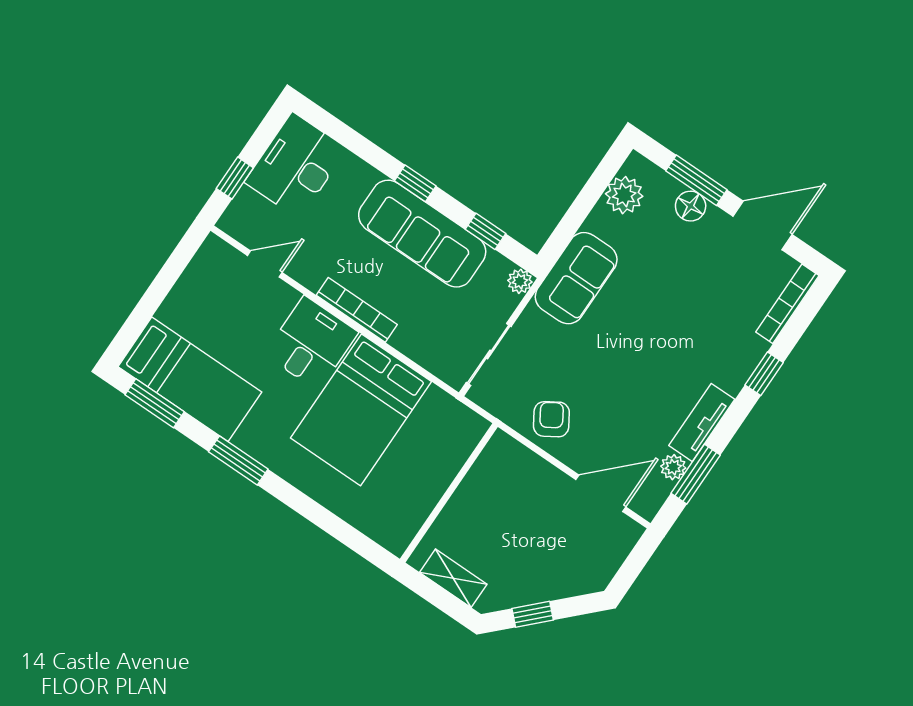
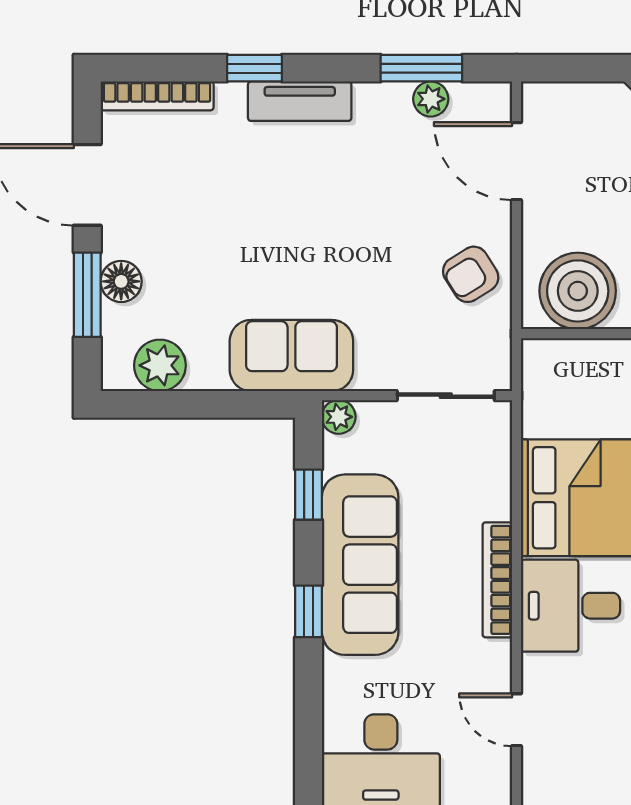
tv unit: (702, 422) -> (300, 101), moved
boiler: (497, 477) -> (578, 291), added

